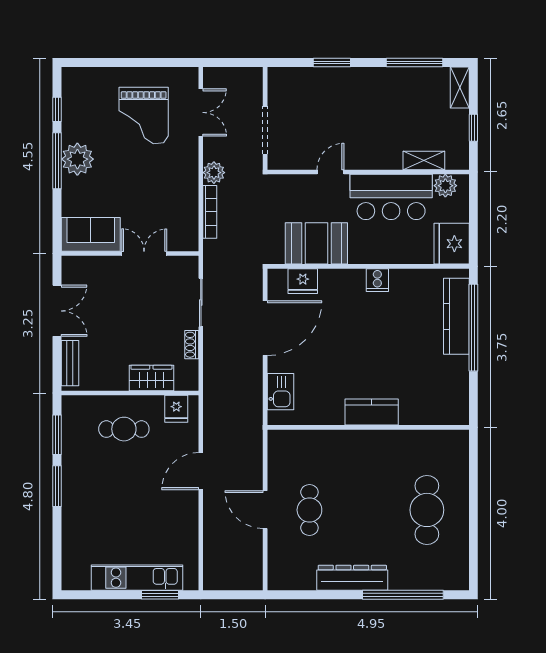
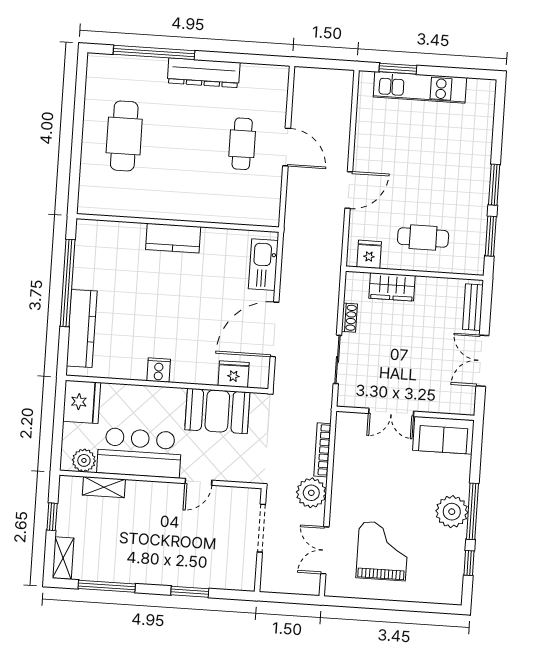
plant: (214, 173) -> (311, 493), width x1.36, depth x1.36
window: (473, 328) -> (68, 283), moved
kitchen sink: (280, 392) -> (263, 265), width x1.38

